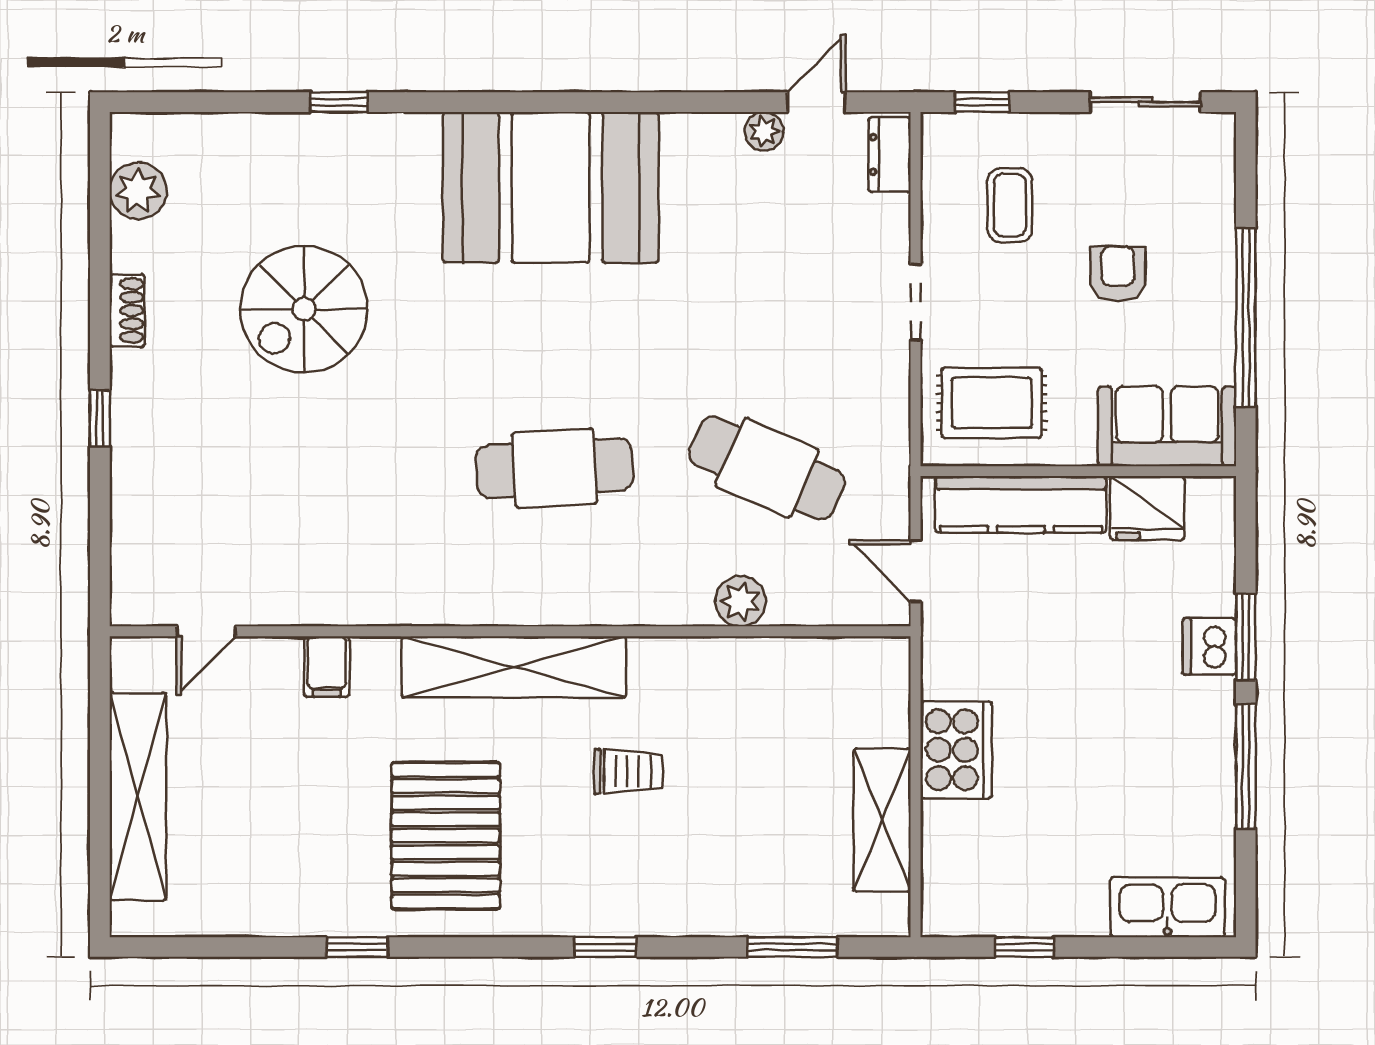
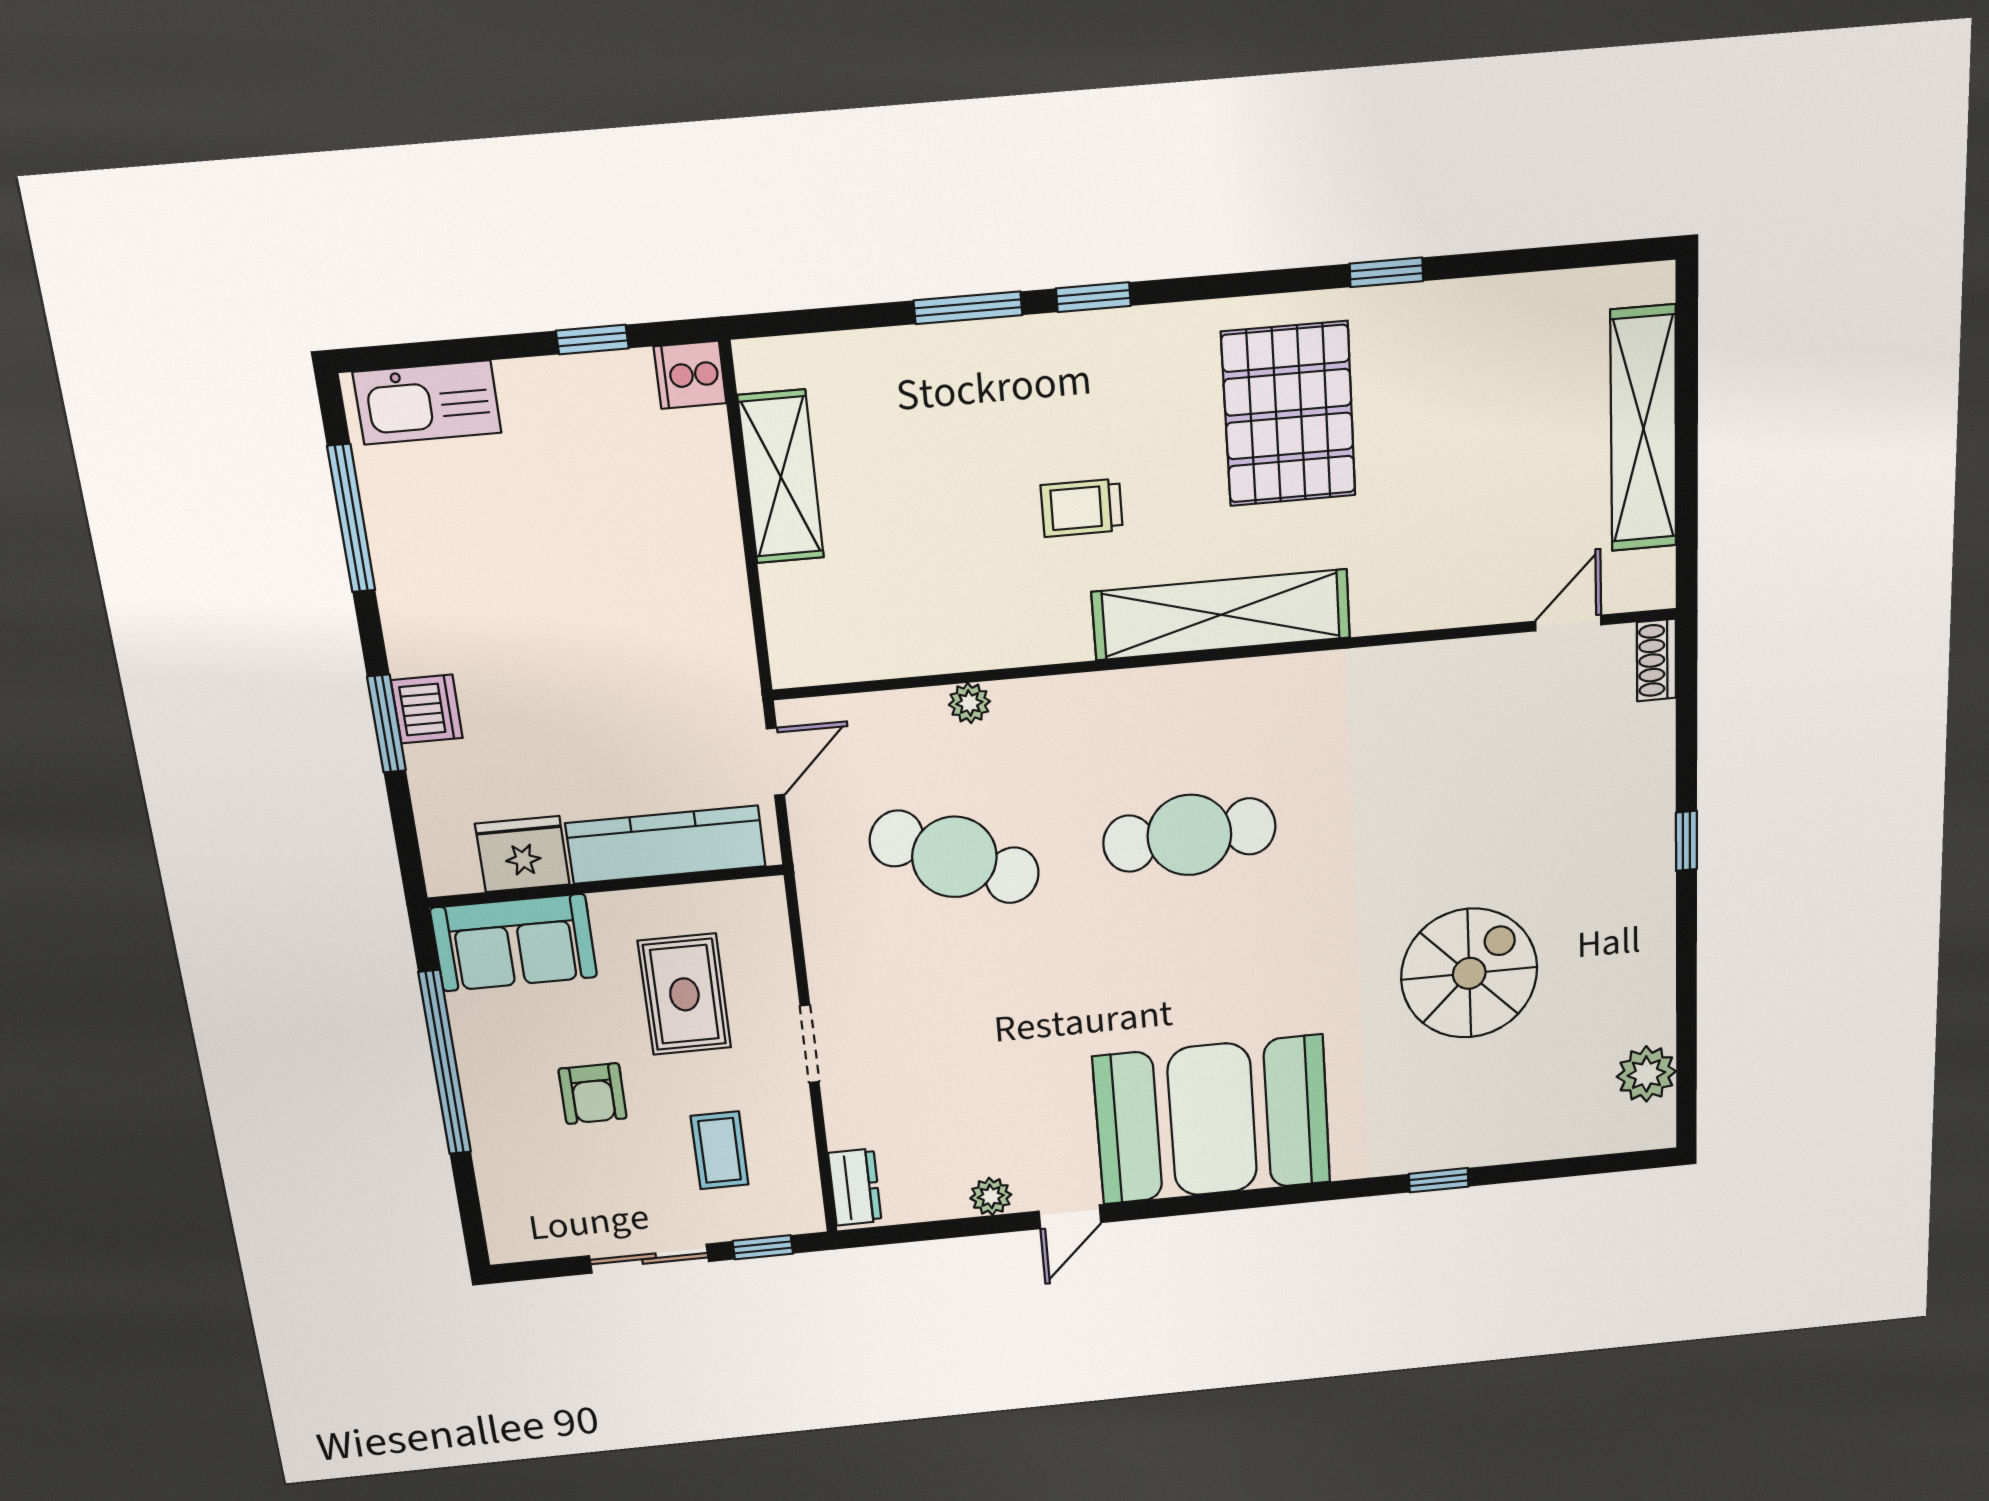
door: (817, 102) -> (1070, 1217), moved
sliding door: (1145, 102) -> (649, 1259), moved
shoe rack: (127, 310) -> (1656, 660), moved
rug: (992, 403) -> (684, 994), moved, turned 90
door: (916, 571) -> (775, 762), hinge flipped
plant: (741, 601) -> (969, 703), width x0.73, depth x0.73
filing cabinet: (327, 666) -> (1432, 596), removed
cooker: (956, 750) -> (690, 375), moved, width x0.53, depth x0.76
window: (1246, 767) -> (351, 519), moved
window: (792, 947) -> (968, 308), moved

